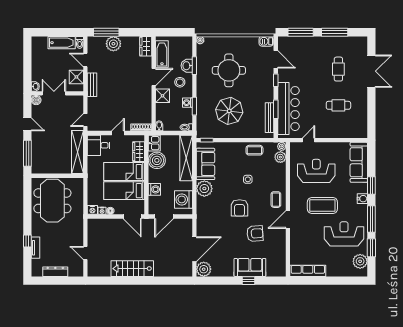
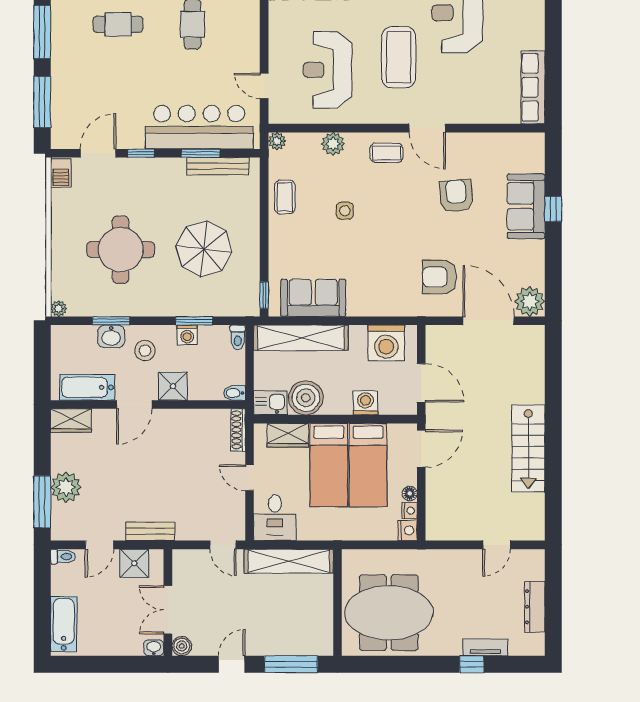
bathtub: (62, 43) -> (64, 624), moved
door: (154, 77) -> (134, 405), swing flipped
plant: (280, 157) -> (333, 144), moved
plant: (204, 189) -> (364, 300), removed
armchair: (240, 208) -> (440, 277), moved, turned 180

